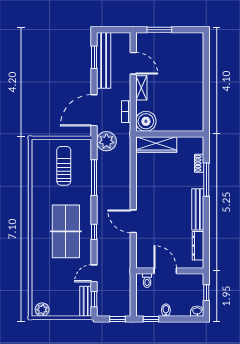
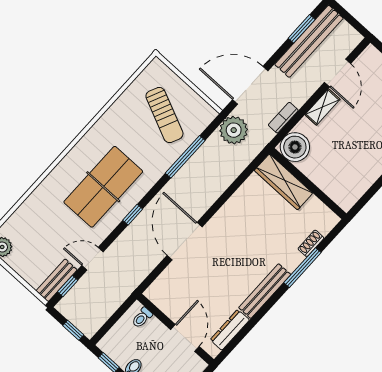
sun lounger: (64, 166) -> (164, 115), turned 114
door: (133, 221) -> (185, 241), width x1.36
door: (165, 271) -> (185, 338), moved

